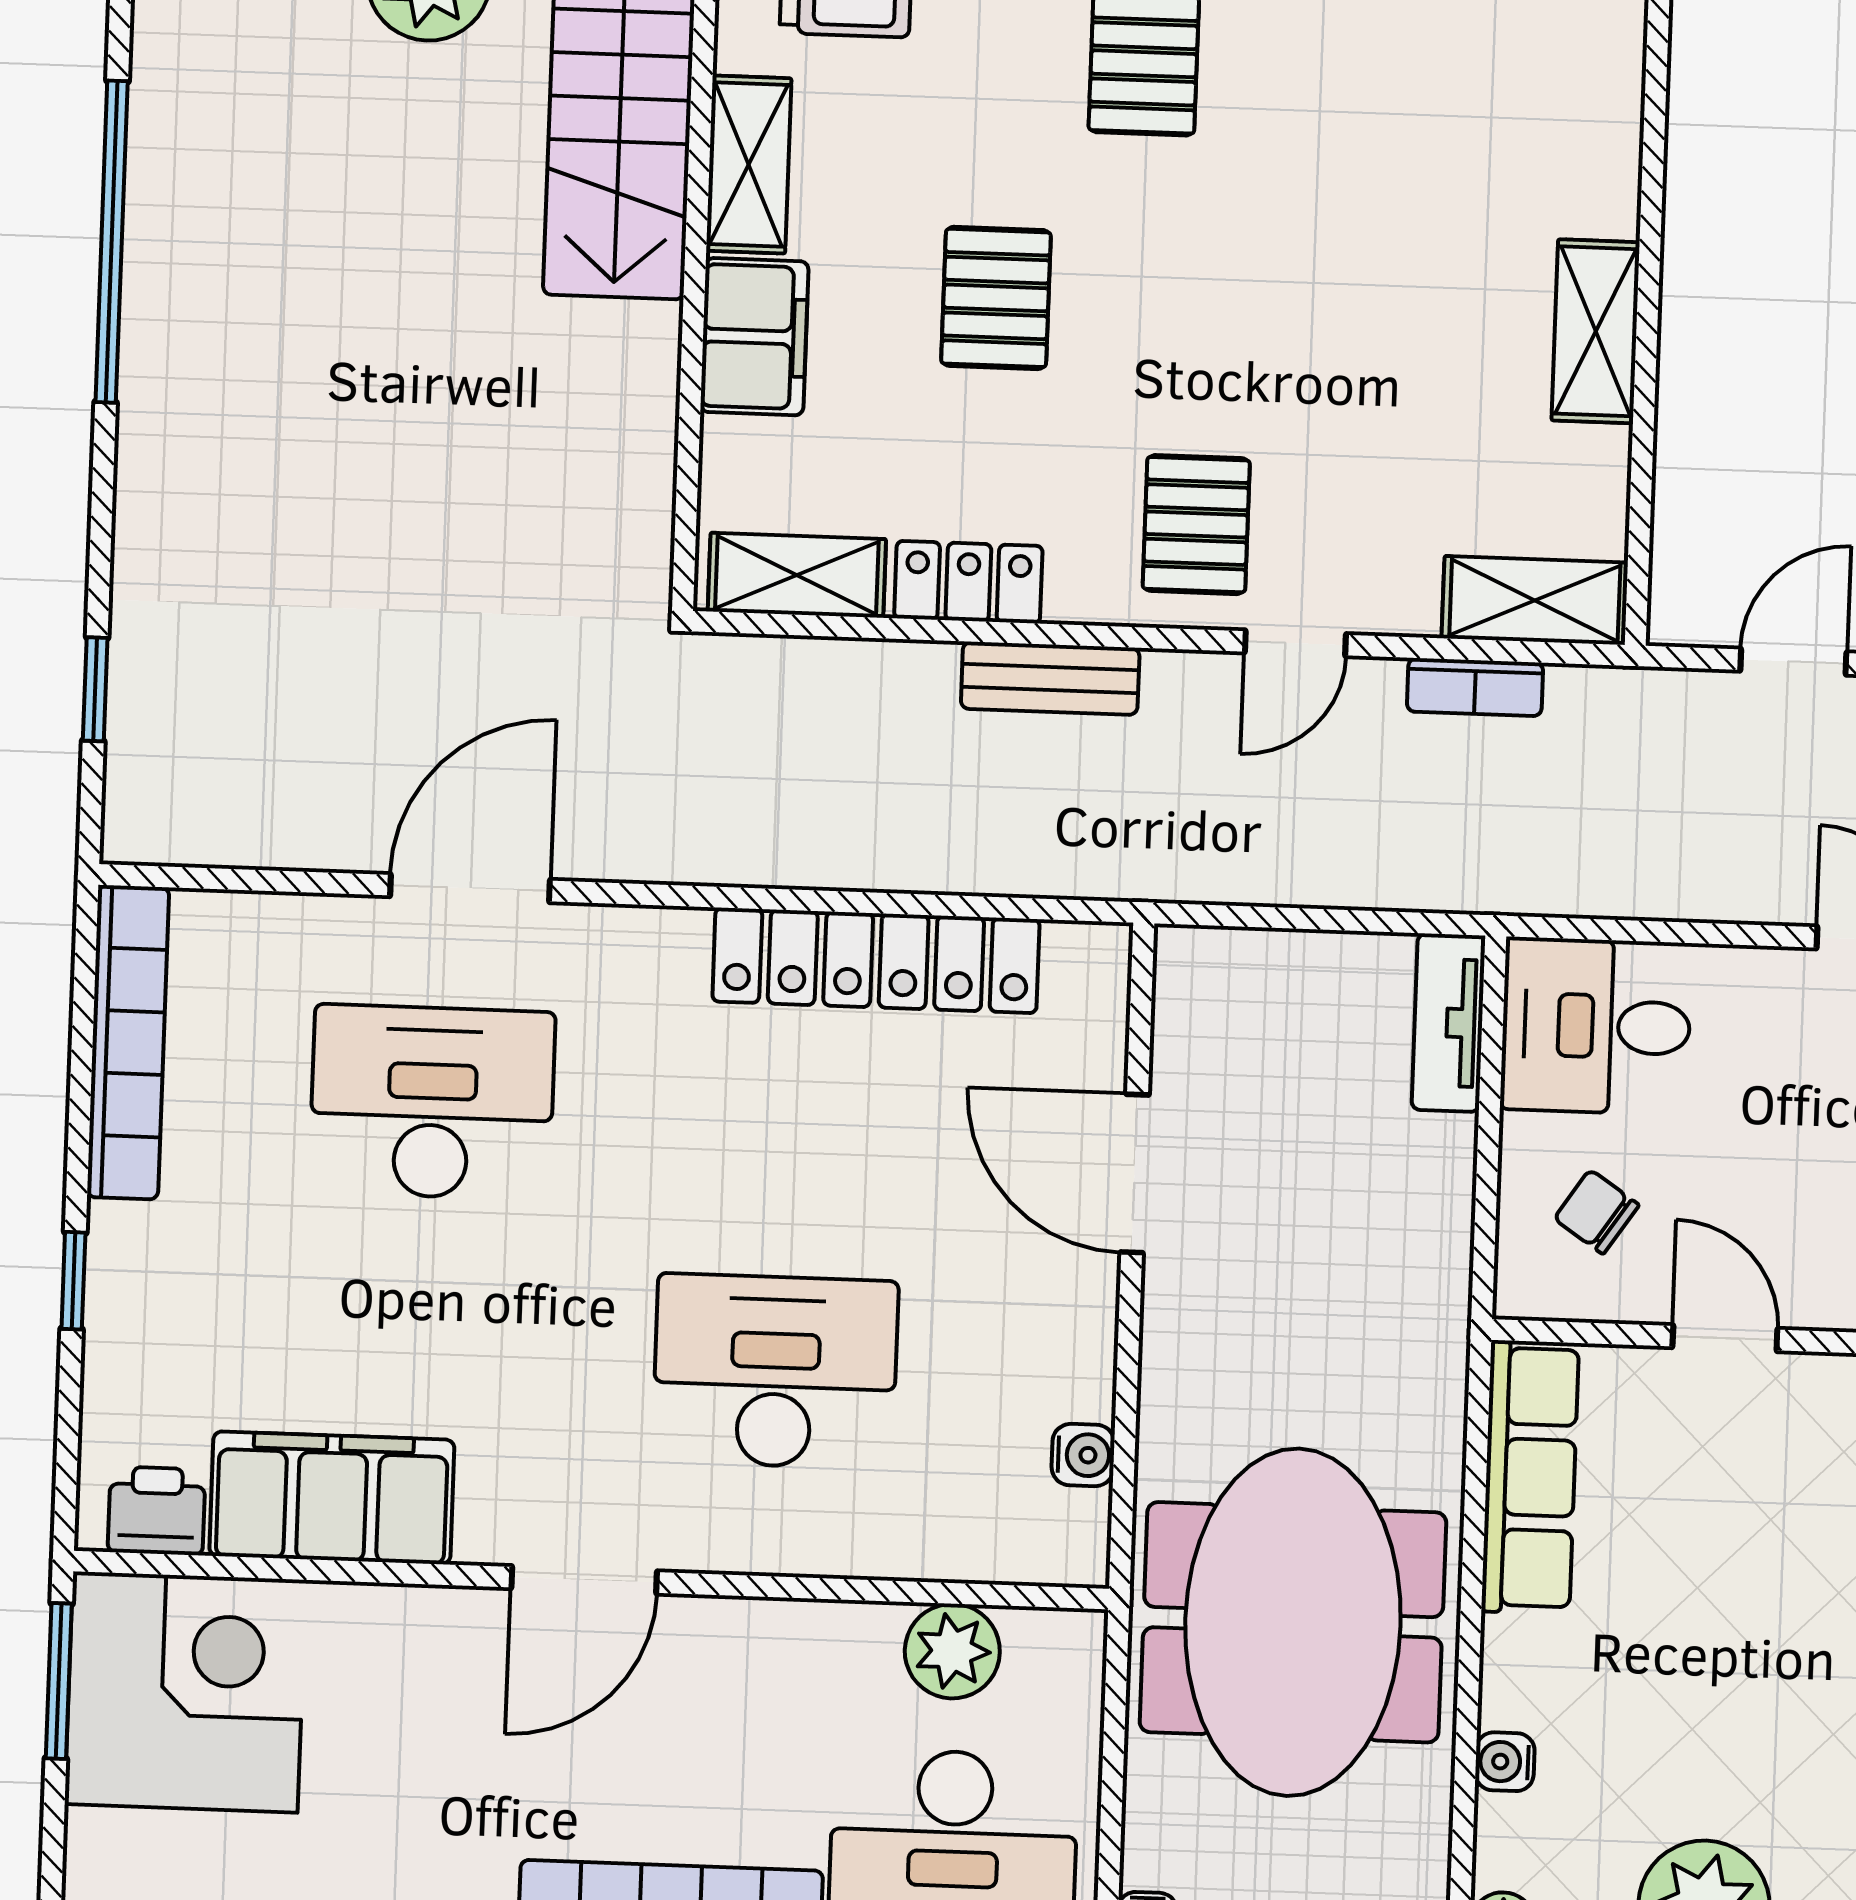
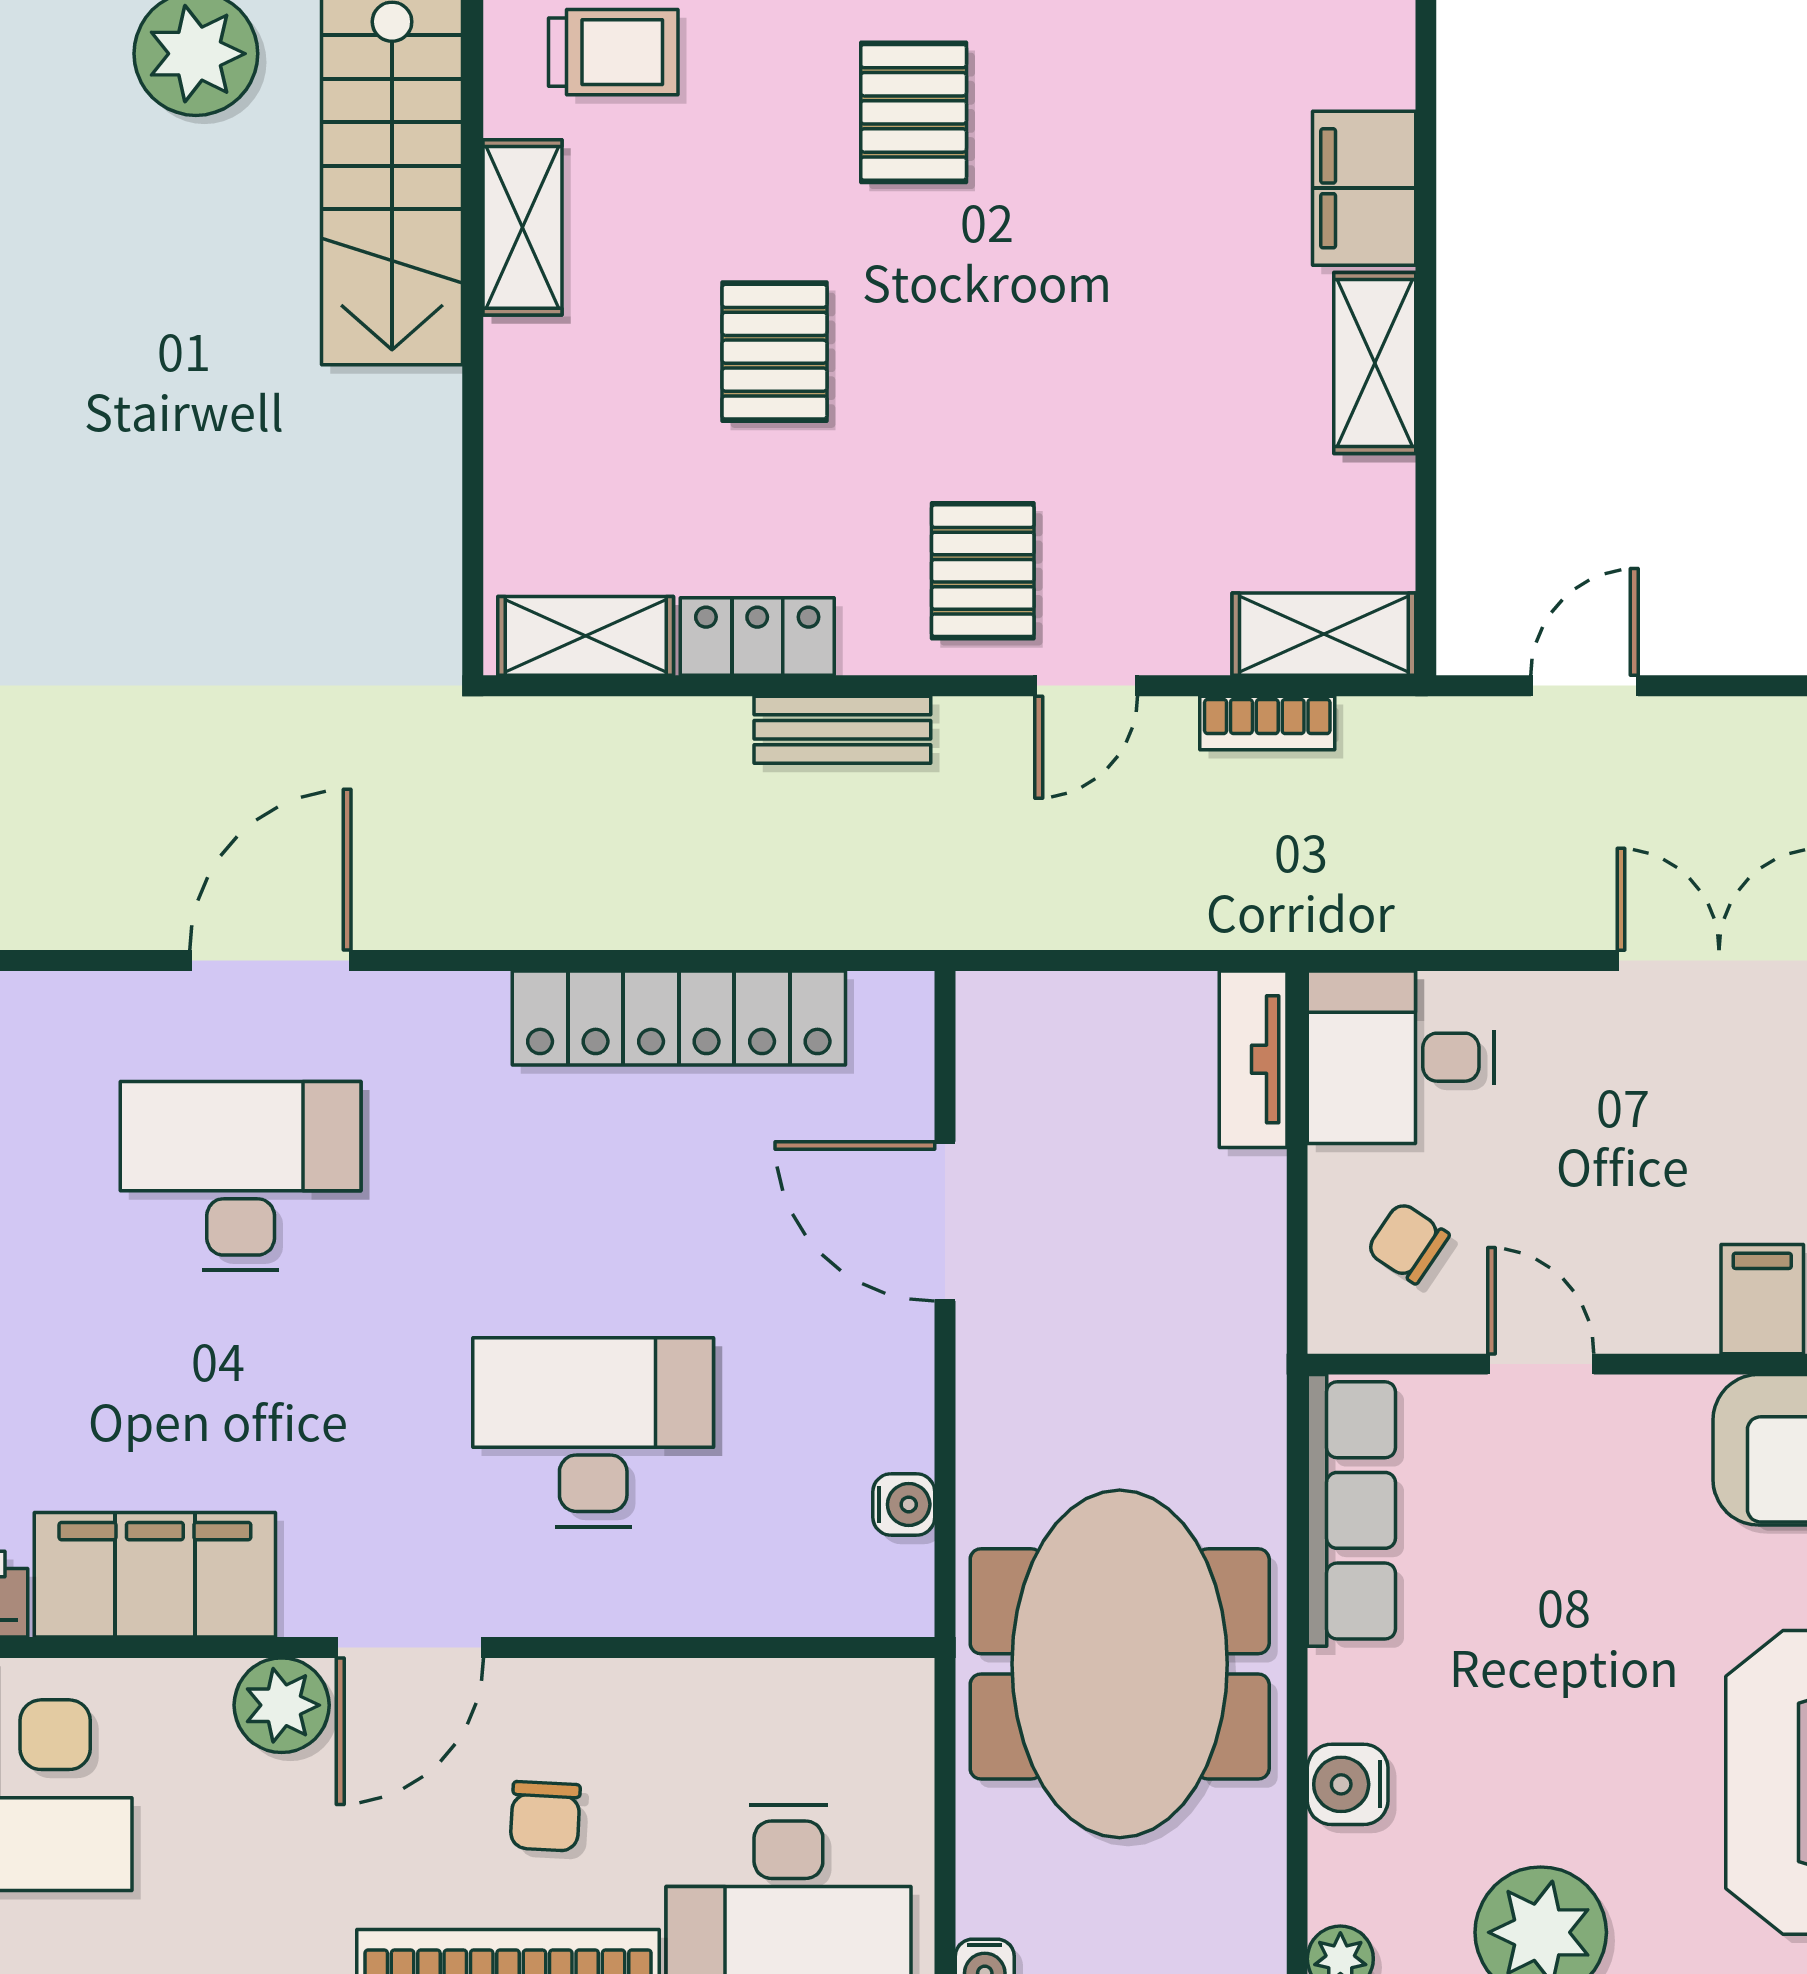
filing cabinet: (754, 337) -> (1364, 188), moved, turned 180
plant: (952, 1651) -> (282, 1705), moved
chair: (713, 1754) -> (545, 1816), added
water cooler: (1505, 1762) -> (1348, 1784), width x1.38, depth x1.38

